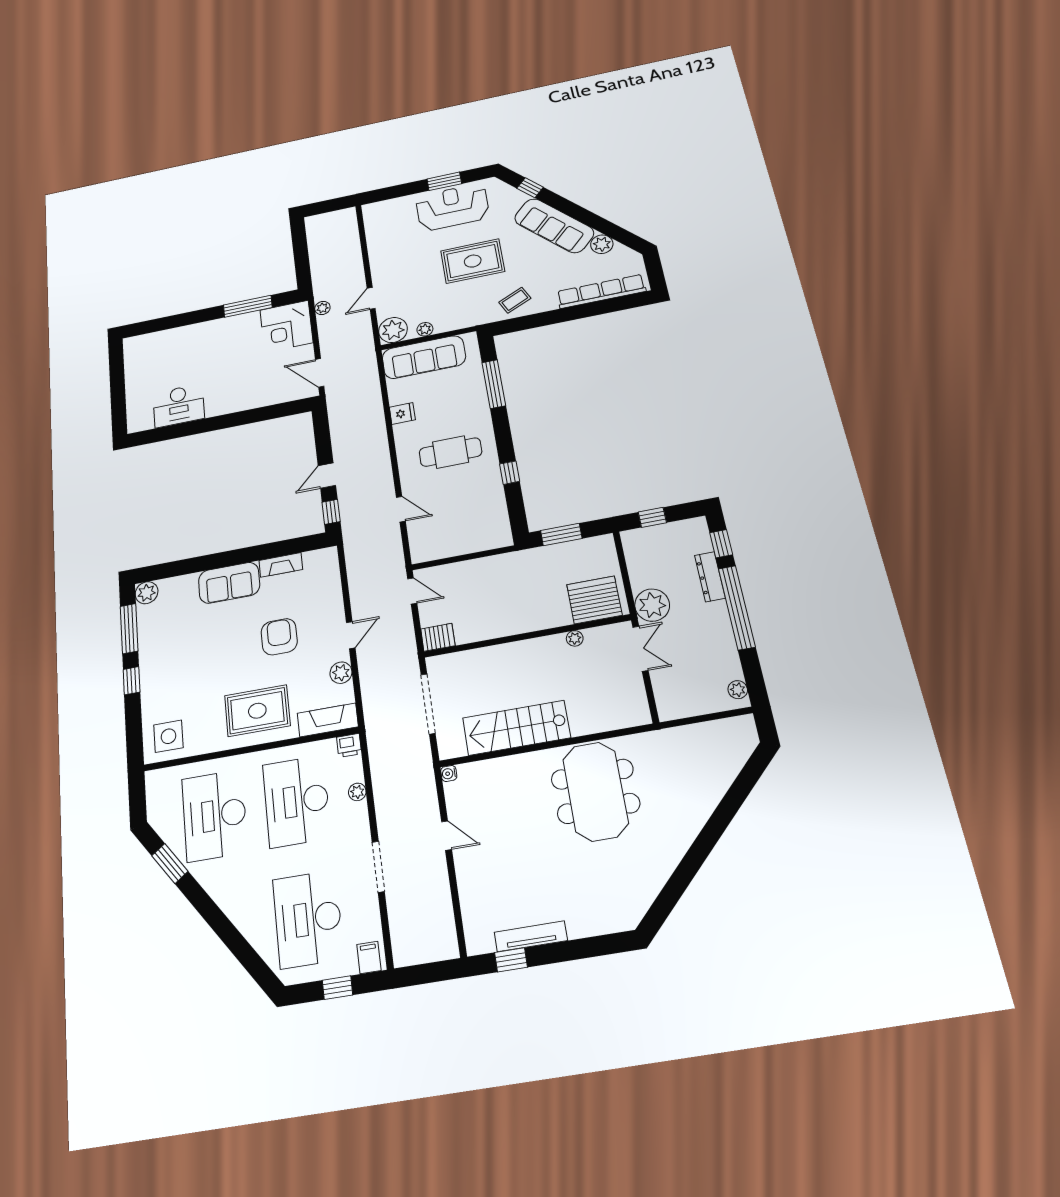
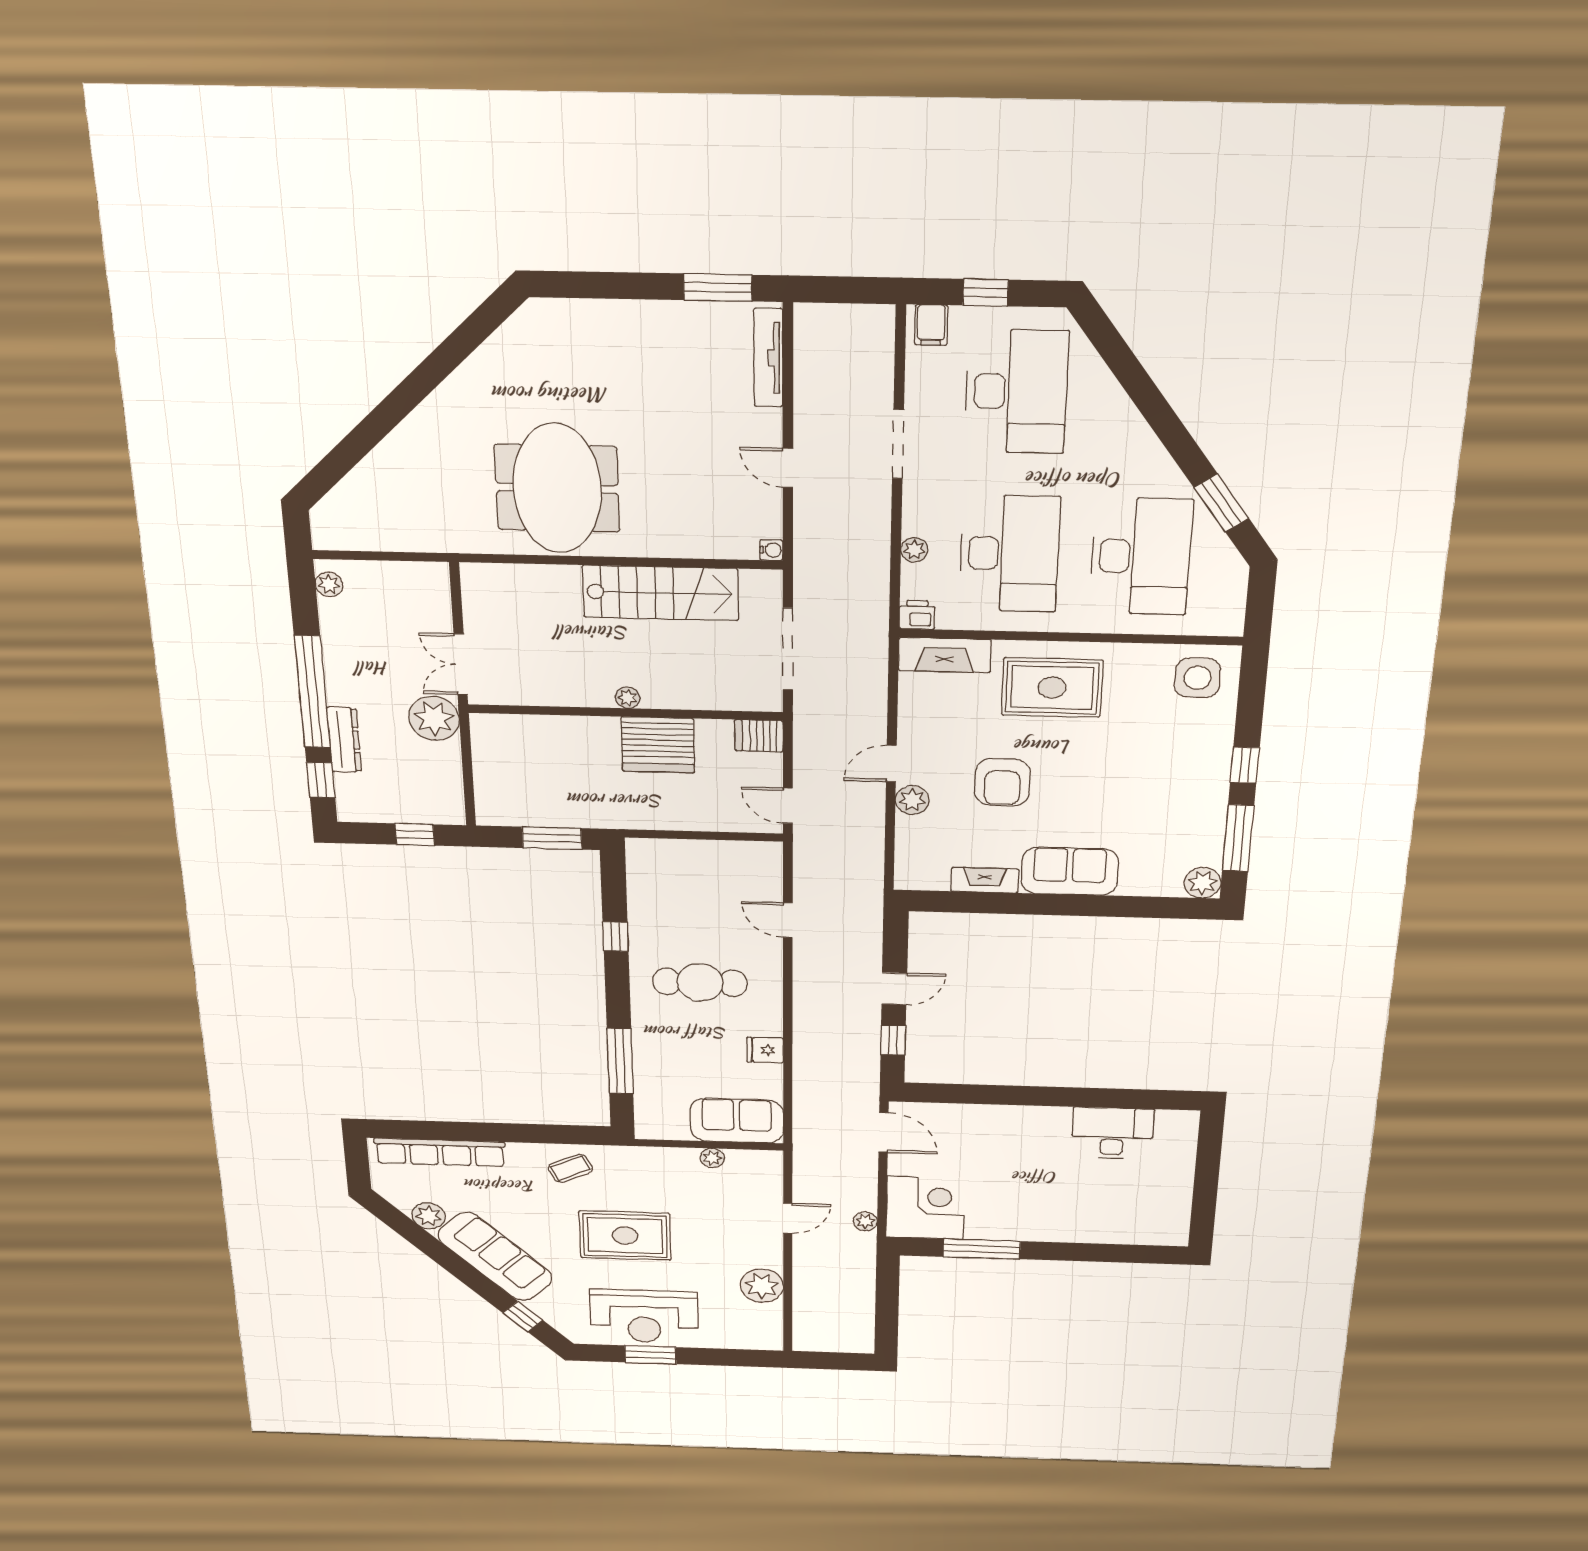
plant: (393, 330) -> (762, 1286), moved
sofa: (424, 357) -> (737, 1121), width x0.73
window: (331, 512) -> (893, 1040), moved
server rack: (594, 600) -> (658, 745), moved
plant: (575, 638) -> (627, 698), moved
plant: (341, 673) -> (912, 800), moved
tv unit: (531, 936) -> (768, 358), moved, turned 90
window: (511, 960) -> (718, 287), width x1.50

